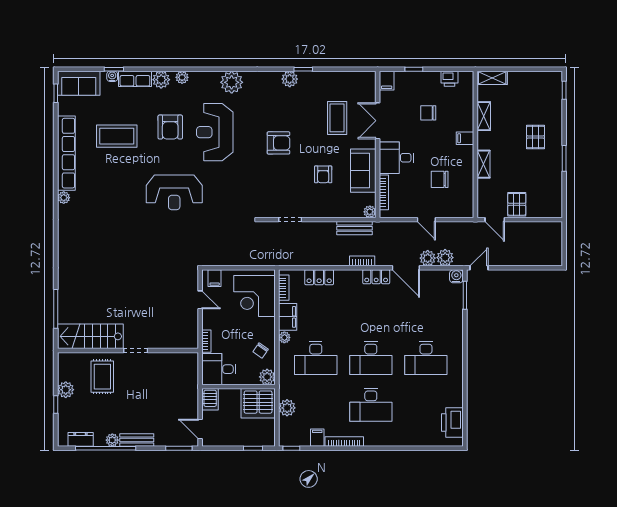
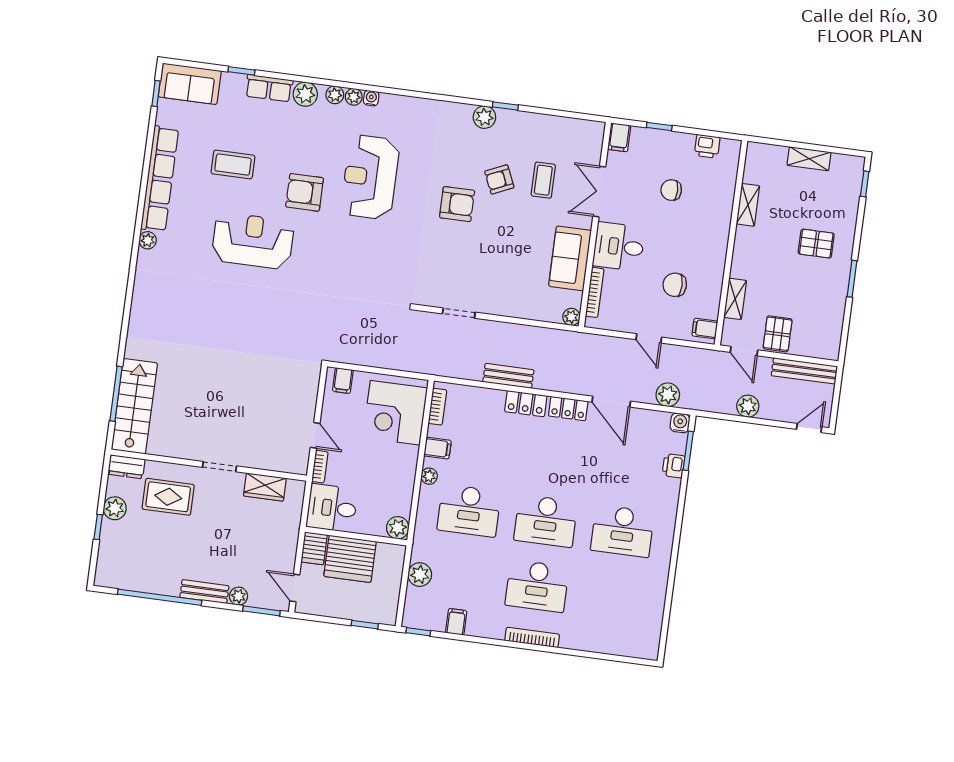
water cooler: (112, 76) -> (371, 98), moved
shelving: (492, 78) -> (809, 159), moved
plant: (232, 82) -> (354, 97), moved, width x0.53, depth x0.53
coffee table: (337, 118) -> (543, 180), width x0.73, depth x0.77
armchair: (170, 127) -> (305, 192), moved, turned 90
coffee table: (117, 136) -> (233, 164), width x0.73, depth x0.76
pallet: (536, 137) -> (816, 244), turned 90
filing cabinet: (465, 138) -> (705, 329), moved
shelving: (484, 164) -> (735, 299), moved
armchair: (323, 174) -> (499, 179), moved, turned 66
reception desk: (174, 192) -> (253, 241), moved, turned 180
bench: (355, 228) -> (508, 376), moved
bench: (539, 228) -> (804, 371), added
plant: (428, 258) -> (748, 406), moved
bookcase: (362, 261) -> (552, 384), removed
door: (479, 268) -> (809, 428), moved
locker: (319, 277) -> (526, 404), moved
door: (200, 300) -> (315, 435), moved
filing cabinet: (288, 317) -> (437, 448), width x0.50
stairs: (90, 336) -> (134, 406), moved, turned 90
chair: (261, 350) -> (394, 490), removed
wardrobe: (170, 361) -> (265, 487), added
rug: (102, 377) -> (168, 497), turned 90
server rack: (258, 403) -> (350, 559), moved
printer: (452, 422) -> (673, 466), moved, width x0.53, depth x0.68
dresser: (81, 439) -> (126, 467), moved, turned 180
plant: (112, 440) -> (239, 596), moved
bookcase: (344, 442) -> (532, 637), moved

